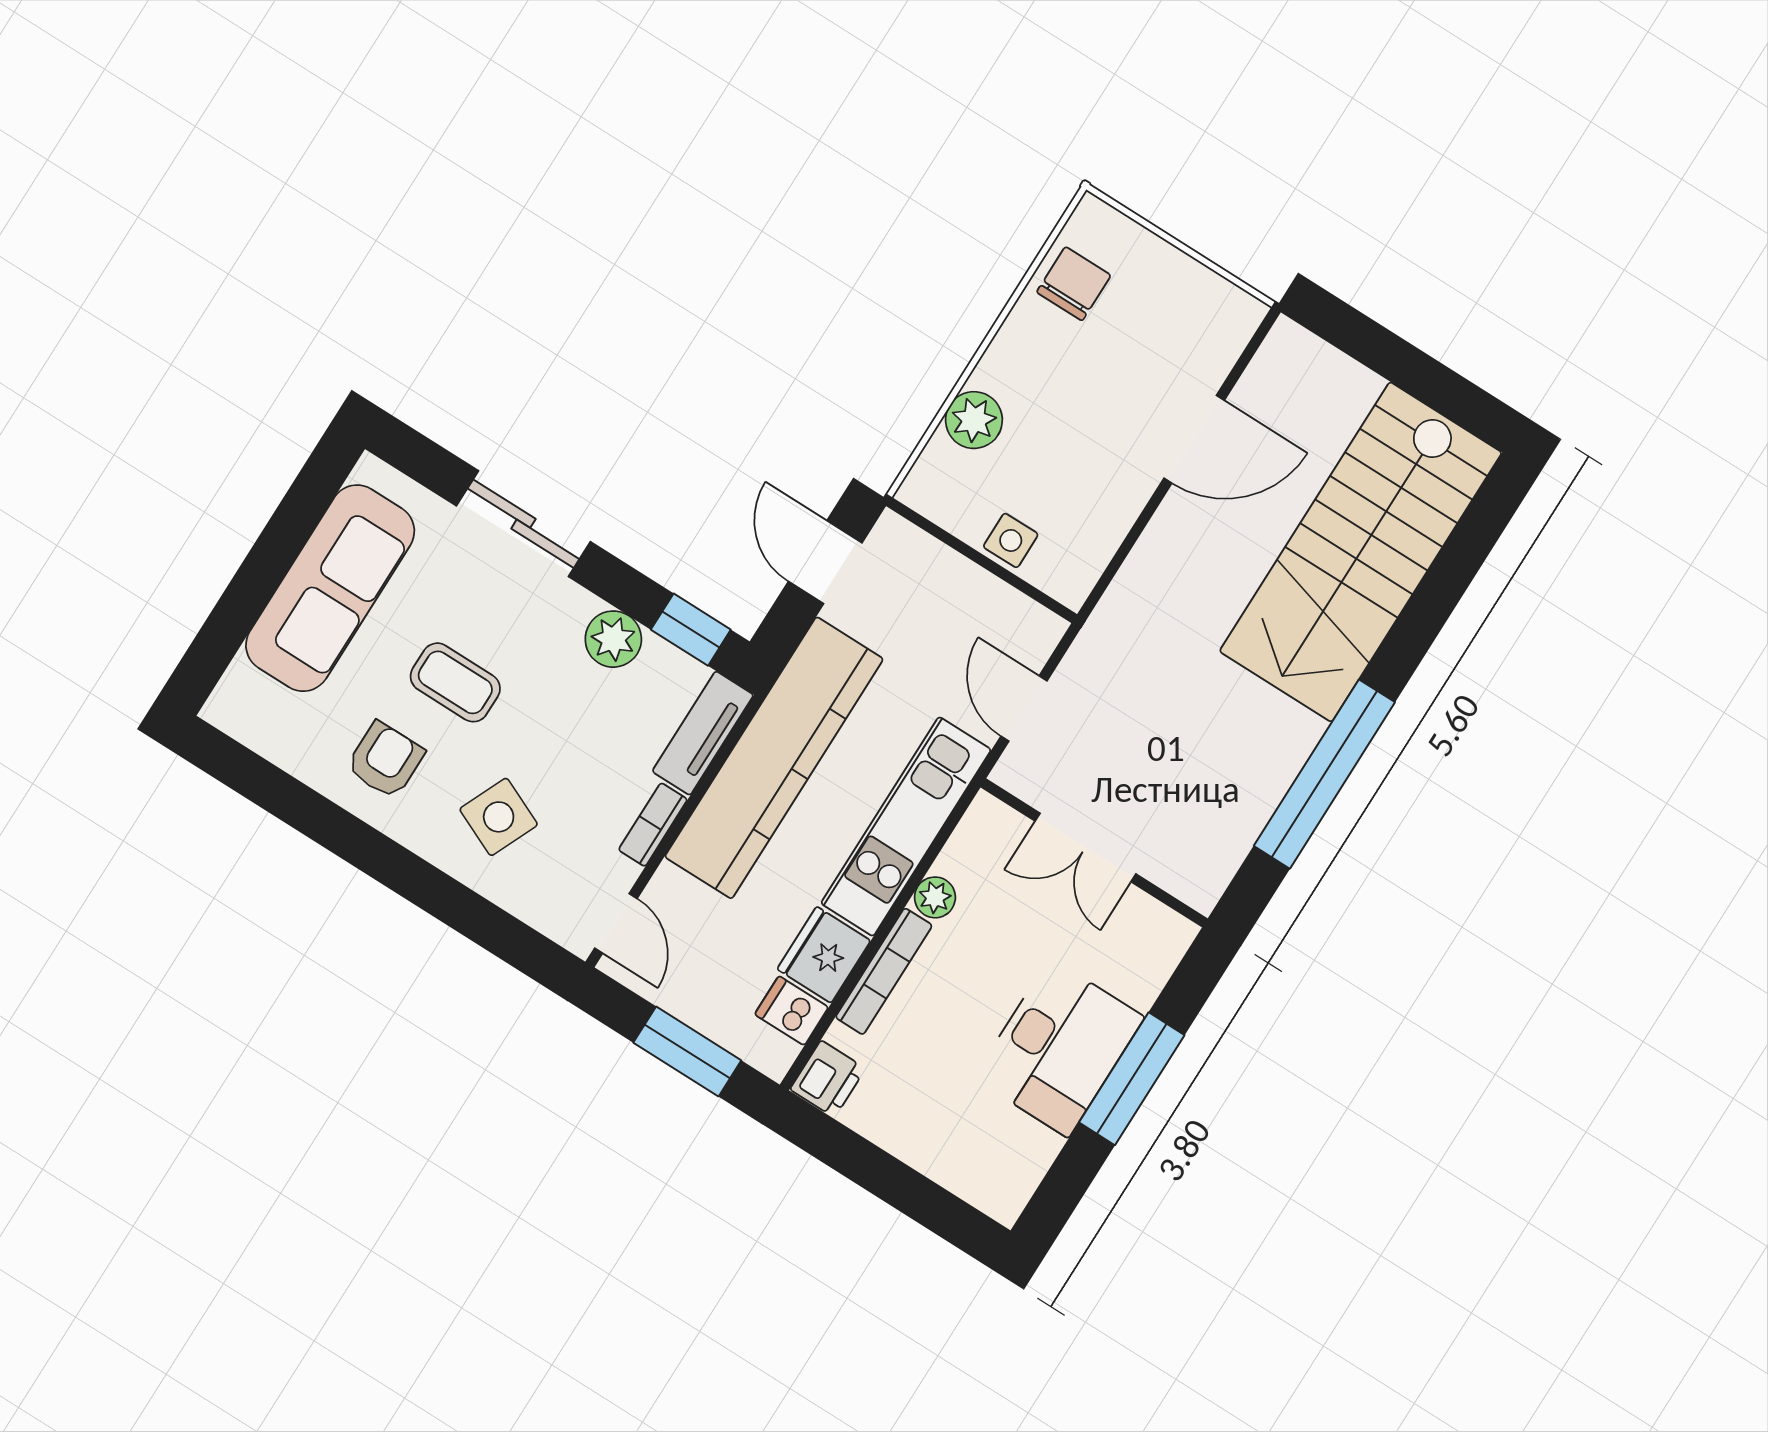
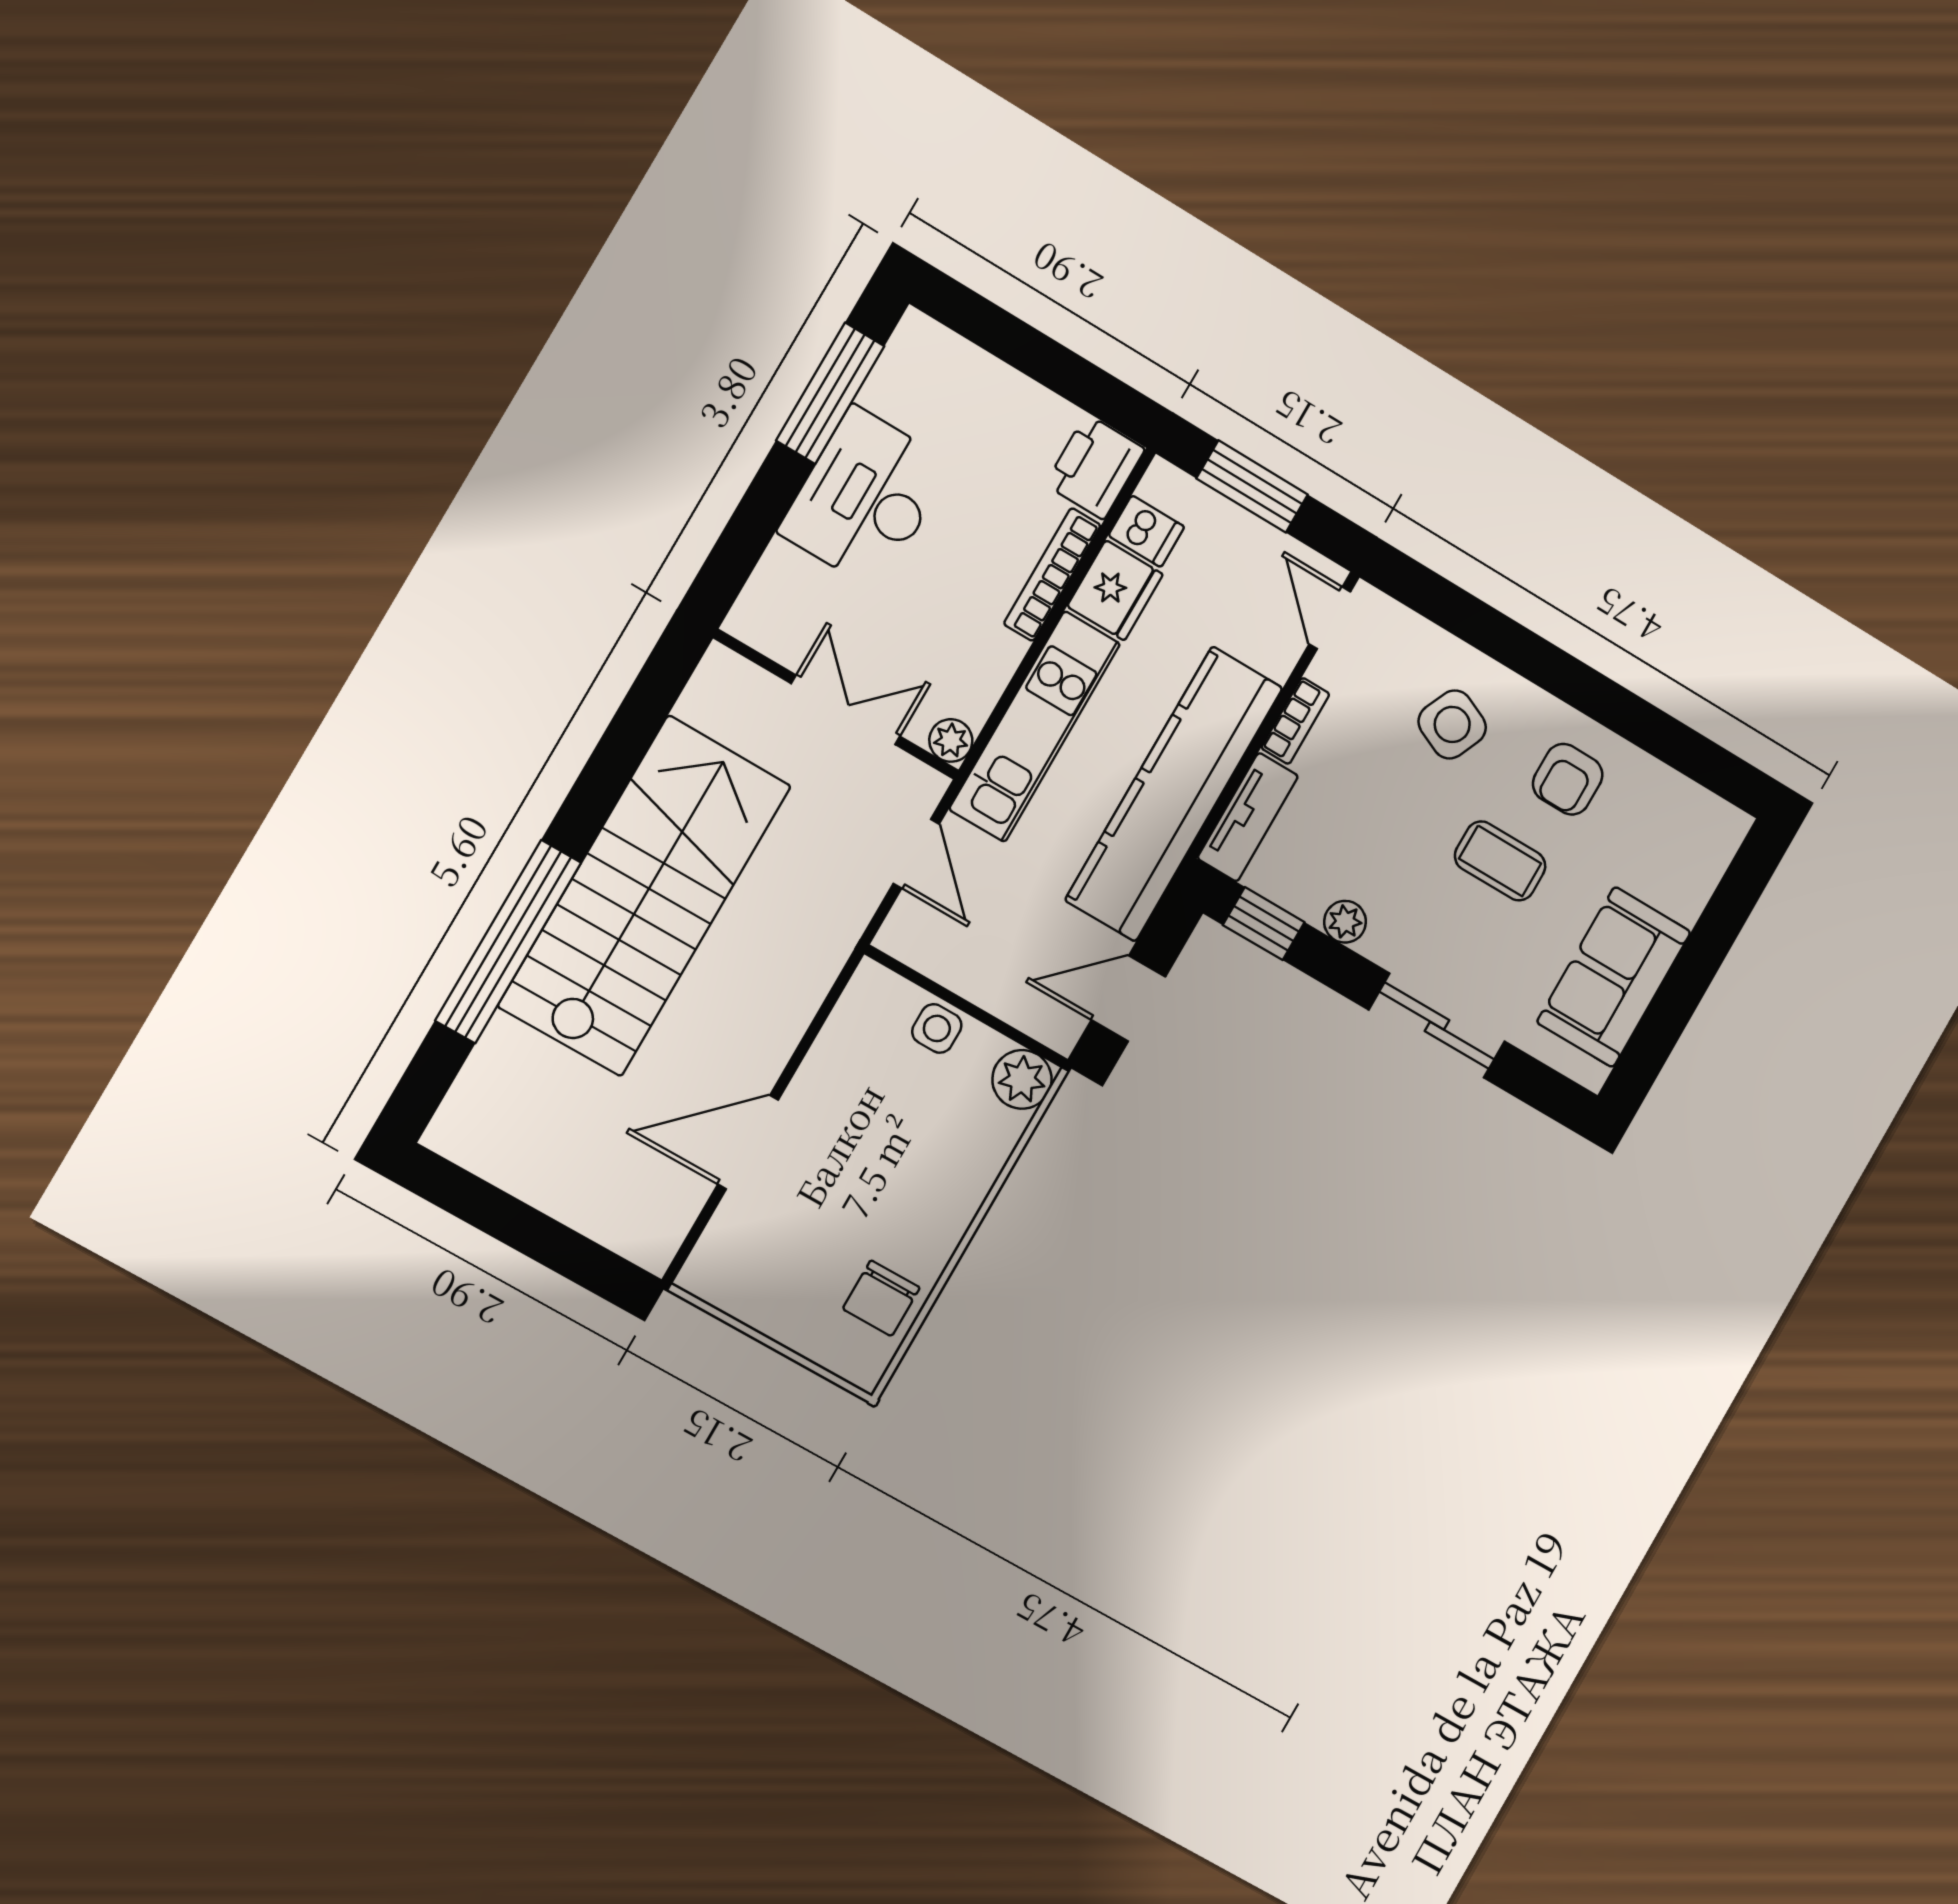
plant: (974, 420) -> (1022, 1079), moved
stairs: (1361, 552) -> (645, 896), moved
door: (825, 562) -> (1128, 998), swing flipped
sofa: (330, 588) -> (1614, 977), width x0.73
plant: (613, 639) -> (1345, 922), width x0.73, depth x0.73
window: (1324, 774) -> (508, 942), moved
plant: (935, 897) -> (951, 740), moved
printer: (828, 1079) -> (1095, 467), width x1.36, depth x1.24
window: (1132, 1079) -> (830, 393), moved

